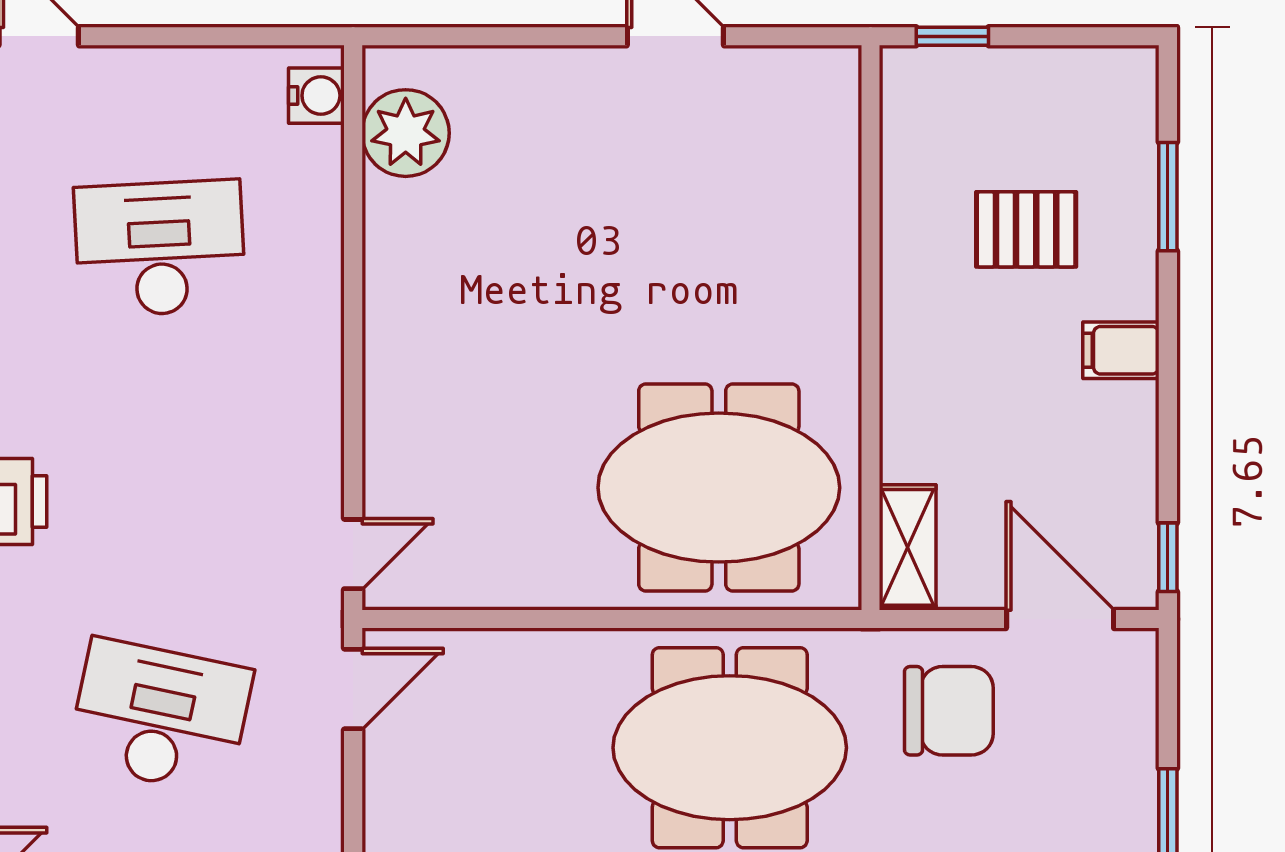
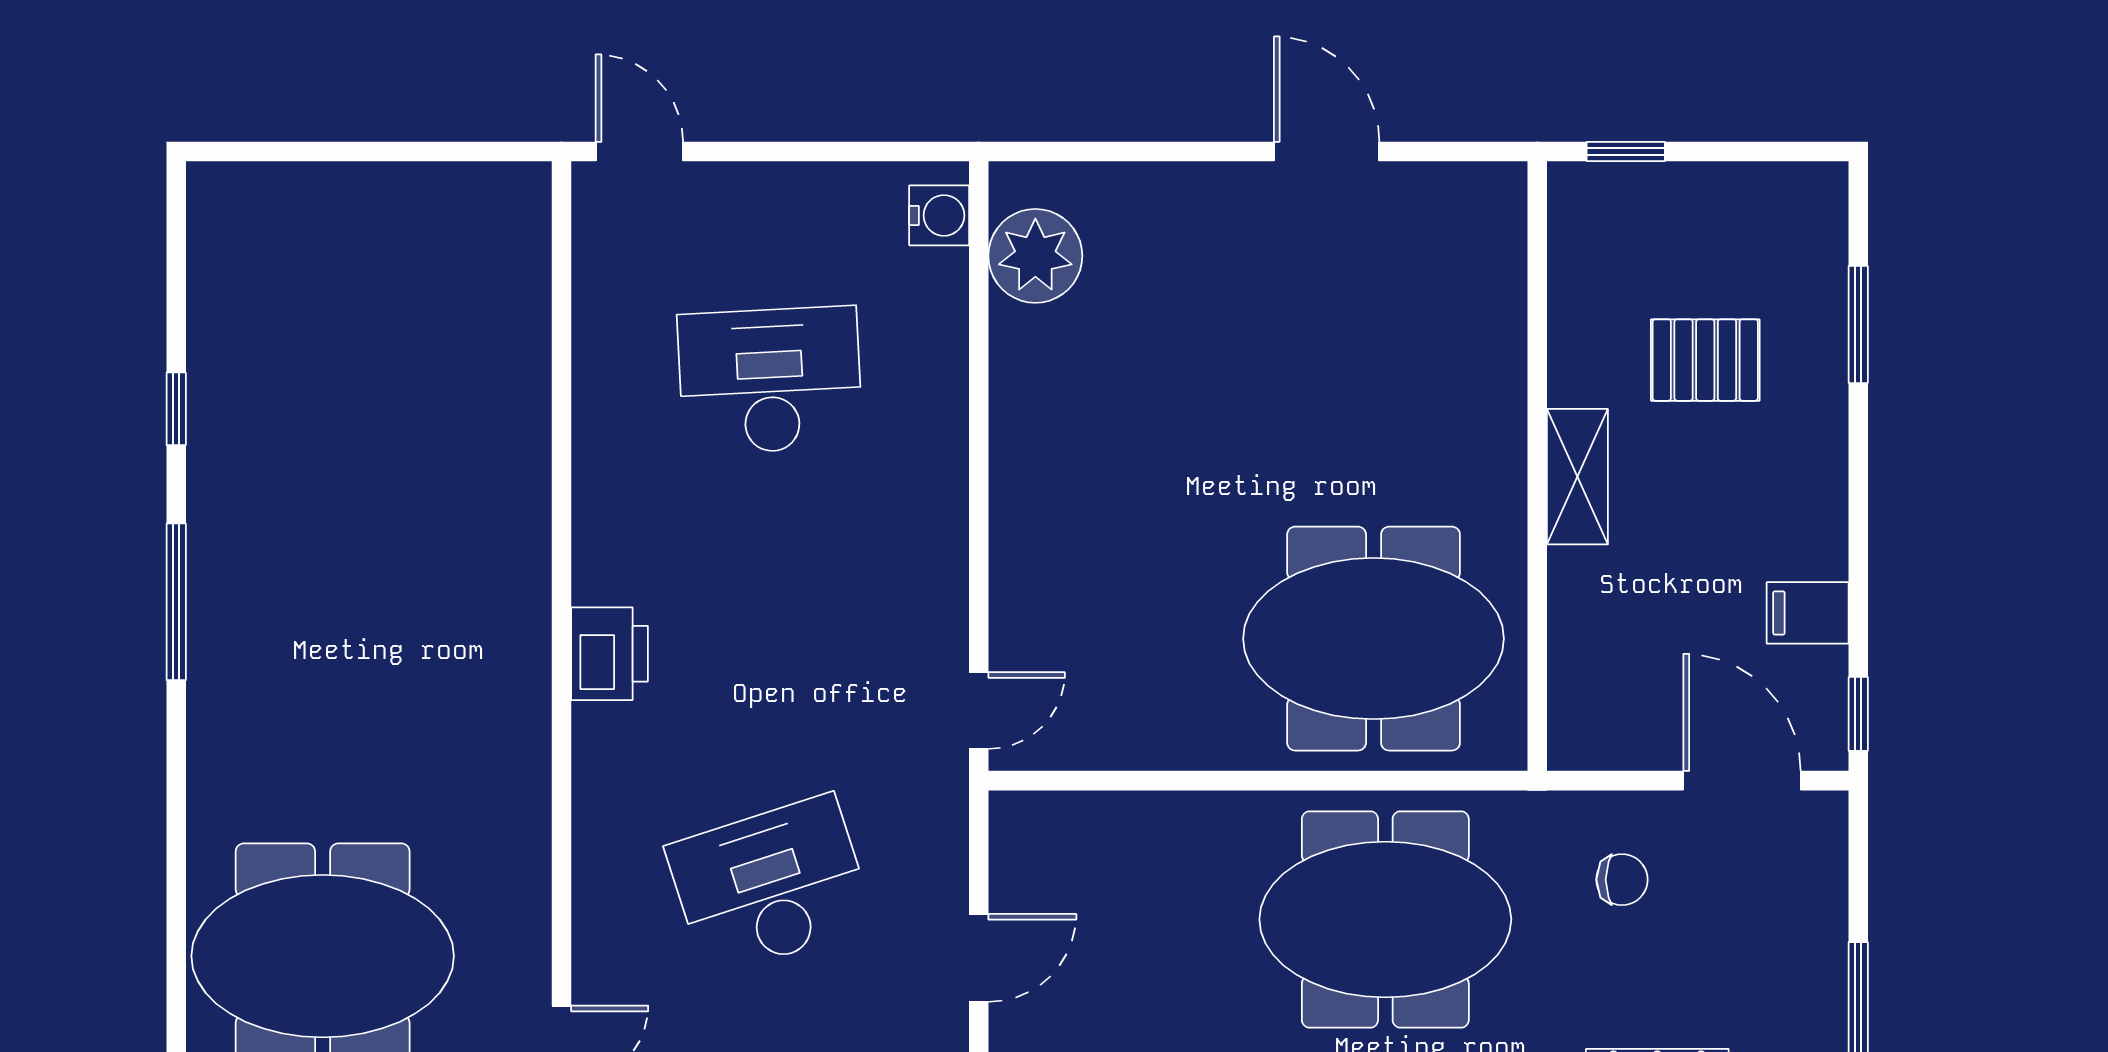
filing cabinet: (1121, 350) -> (1808, 613), moved
shelving: (908, 547) -> (1577, 477), moved
door: (353, 689) -> (979, 958), moved
chair: (949, 711) -> (1622, 880), width x0.54, depth x0.54
desk: (160, 716) -> (770, 886), turned -30

